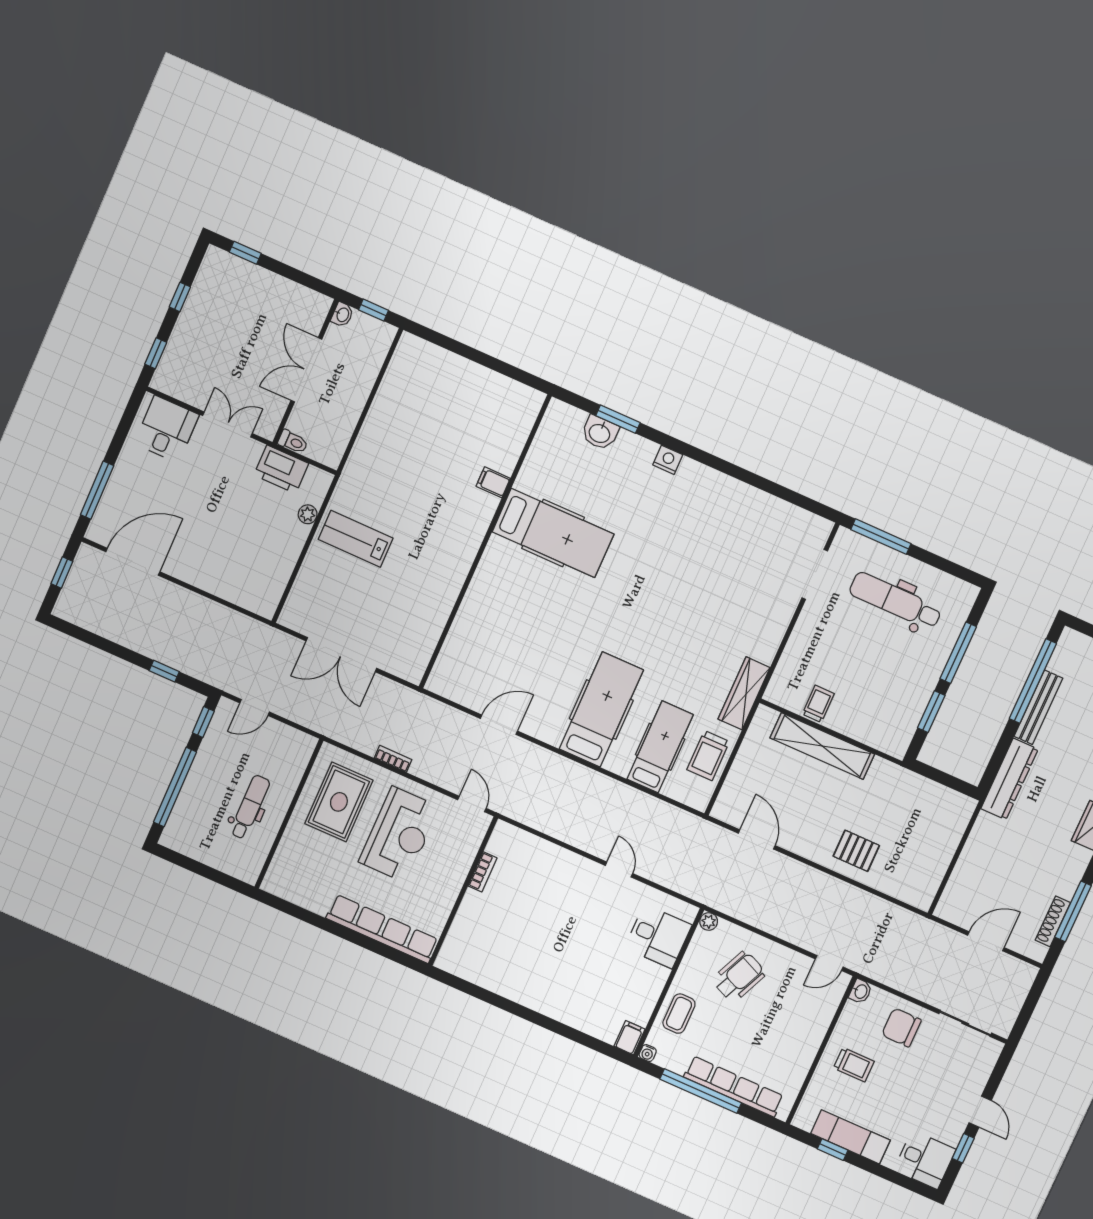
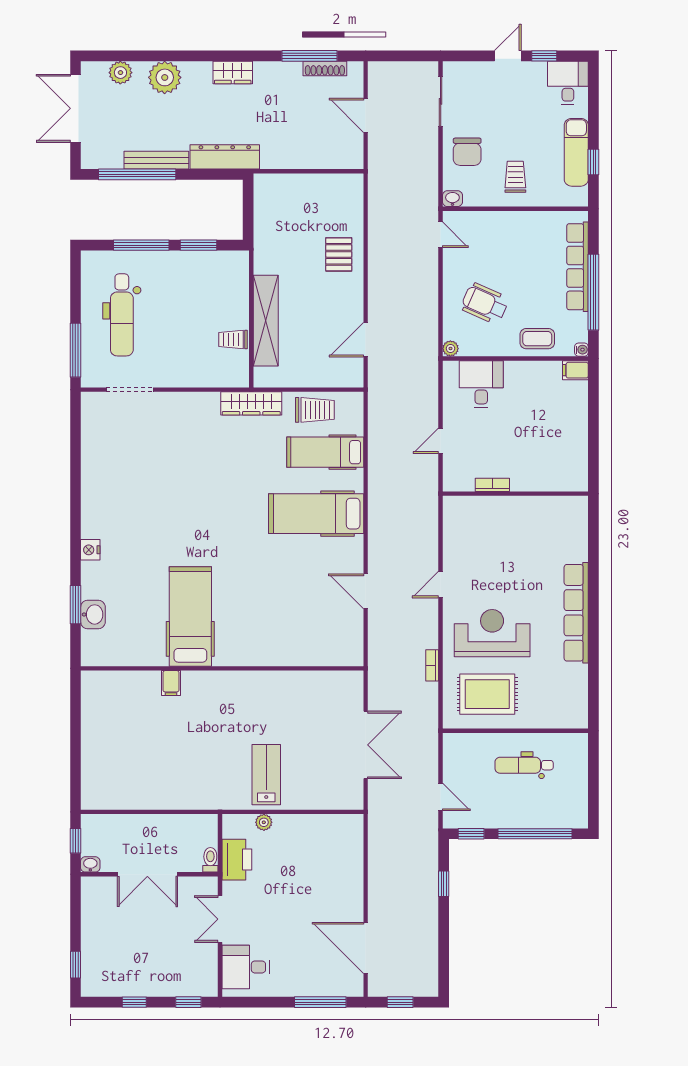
lab bench: (356, 539) -> (266, 775), turned 180
bookcase: (483, 872) -> (492, 485), moved
wall: (463, 891) -> (515, 494), moved

